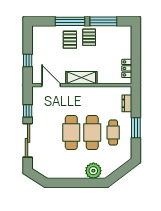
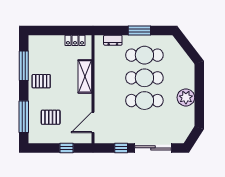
window: (70, 21) -> (24, 117), moved
pallet: (70, 40) -> (51, 117), moved
shelving: (81, 78) -> (85, 76), moved
cafe table: (113, 133) -> (144, 55), width x1.37, depth x1.35
plant: (93, 171) -> (186, 97), moved

